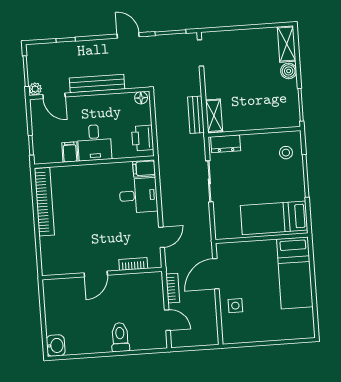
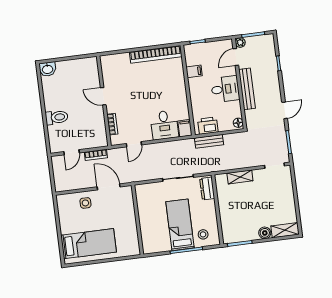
bench: (196, 115) -> (209, 141), moved
shelving: (214, 116) -> (240, 177), moved
desk: (94, 143) -> (225, 89), moved, turned 180
bed: (274, 218) -> (180, 225), moved
door: (162, 237) -> (134, 144), hinge flipped
bed: (295, 273) -> (89, 244), moved, turned 180

